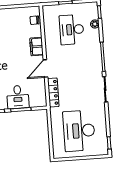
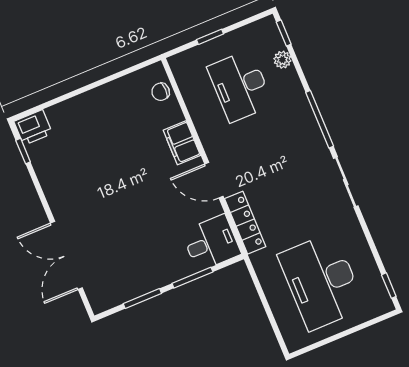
door: (45, 68) -> (214, 180), hinge flipped
desk: (18, 97) -> (211, 243), moved, turned -90

